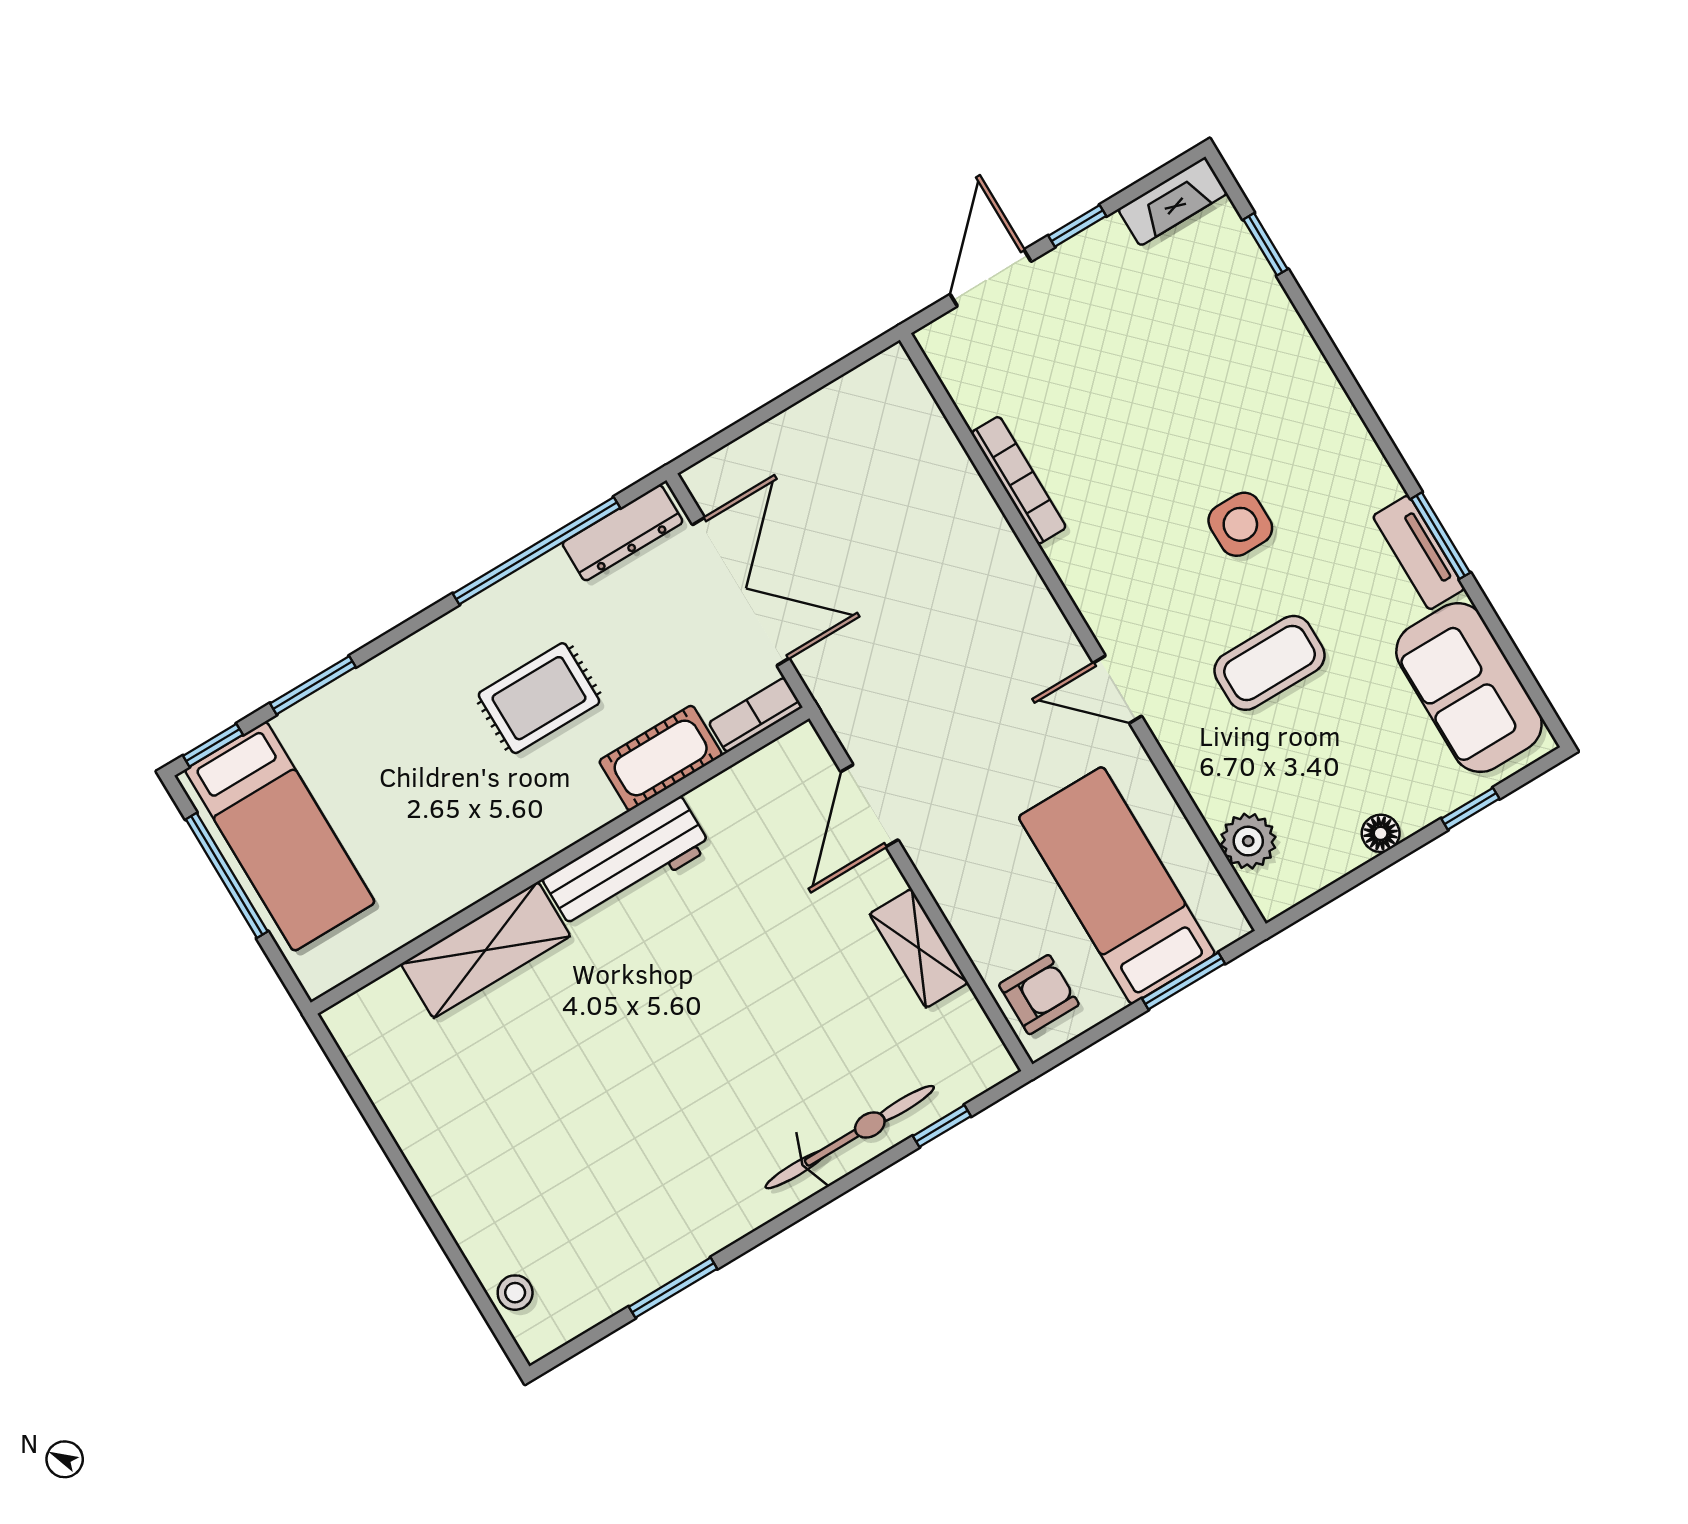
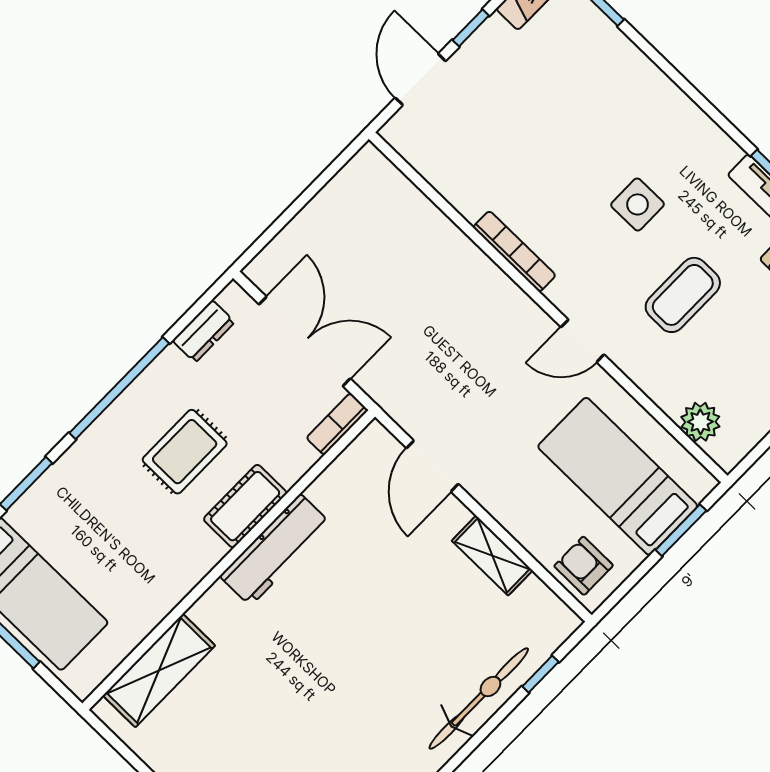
bookcase: (1019, 480) -> (514, 251), moved
dresser: (623, 533) -> (204, 331), width x0.70
window: (537, 551) -> (119, 388), moved
cot: (661, 758) -> (245, 506), moved
shelving: (486, 950) -> (159, 670), moved
armchair: (1039, 995) -> (584, 566), turned -90

